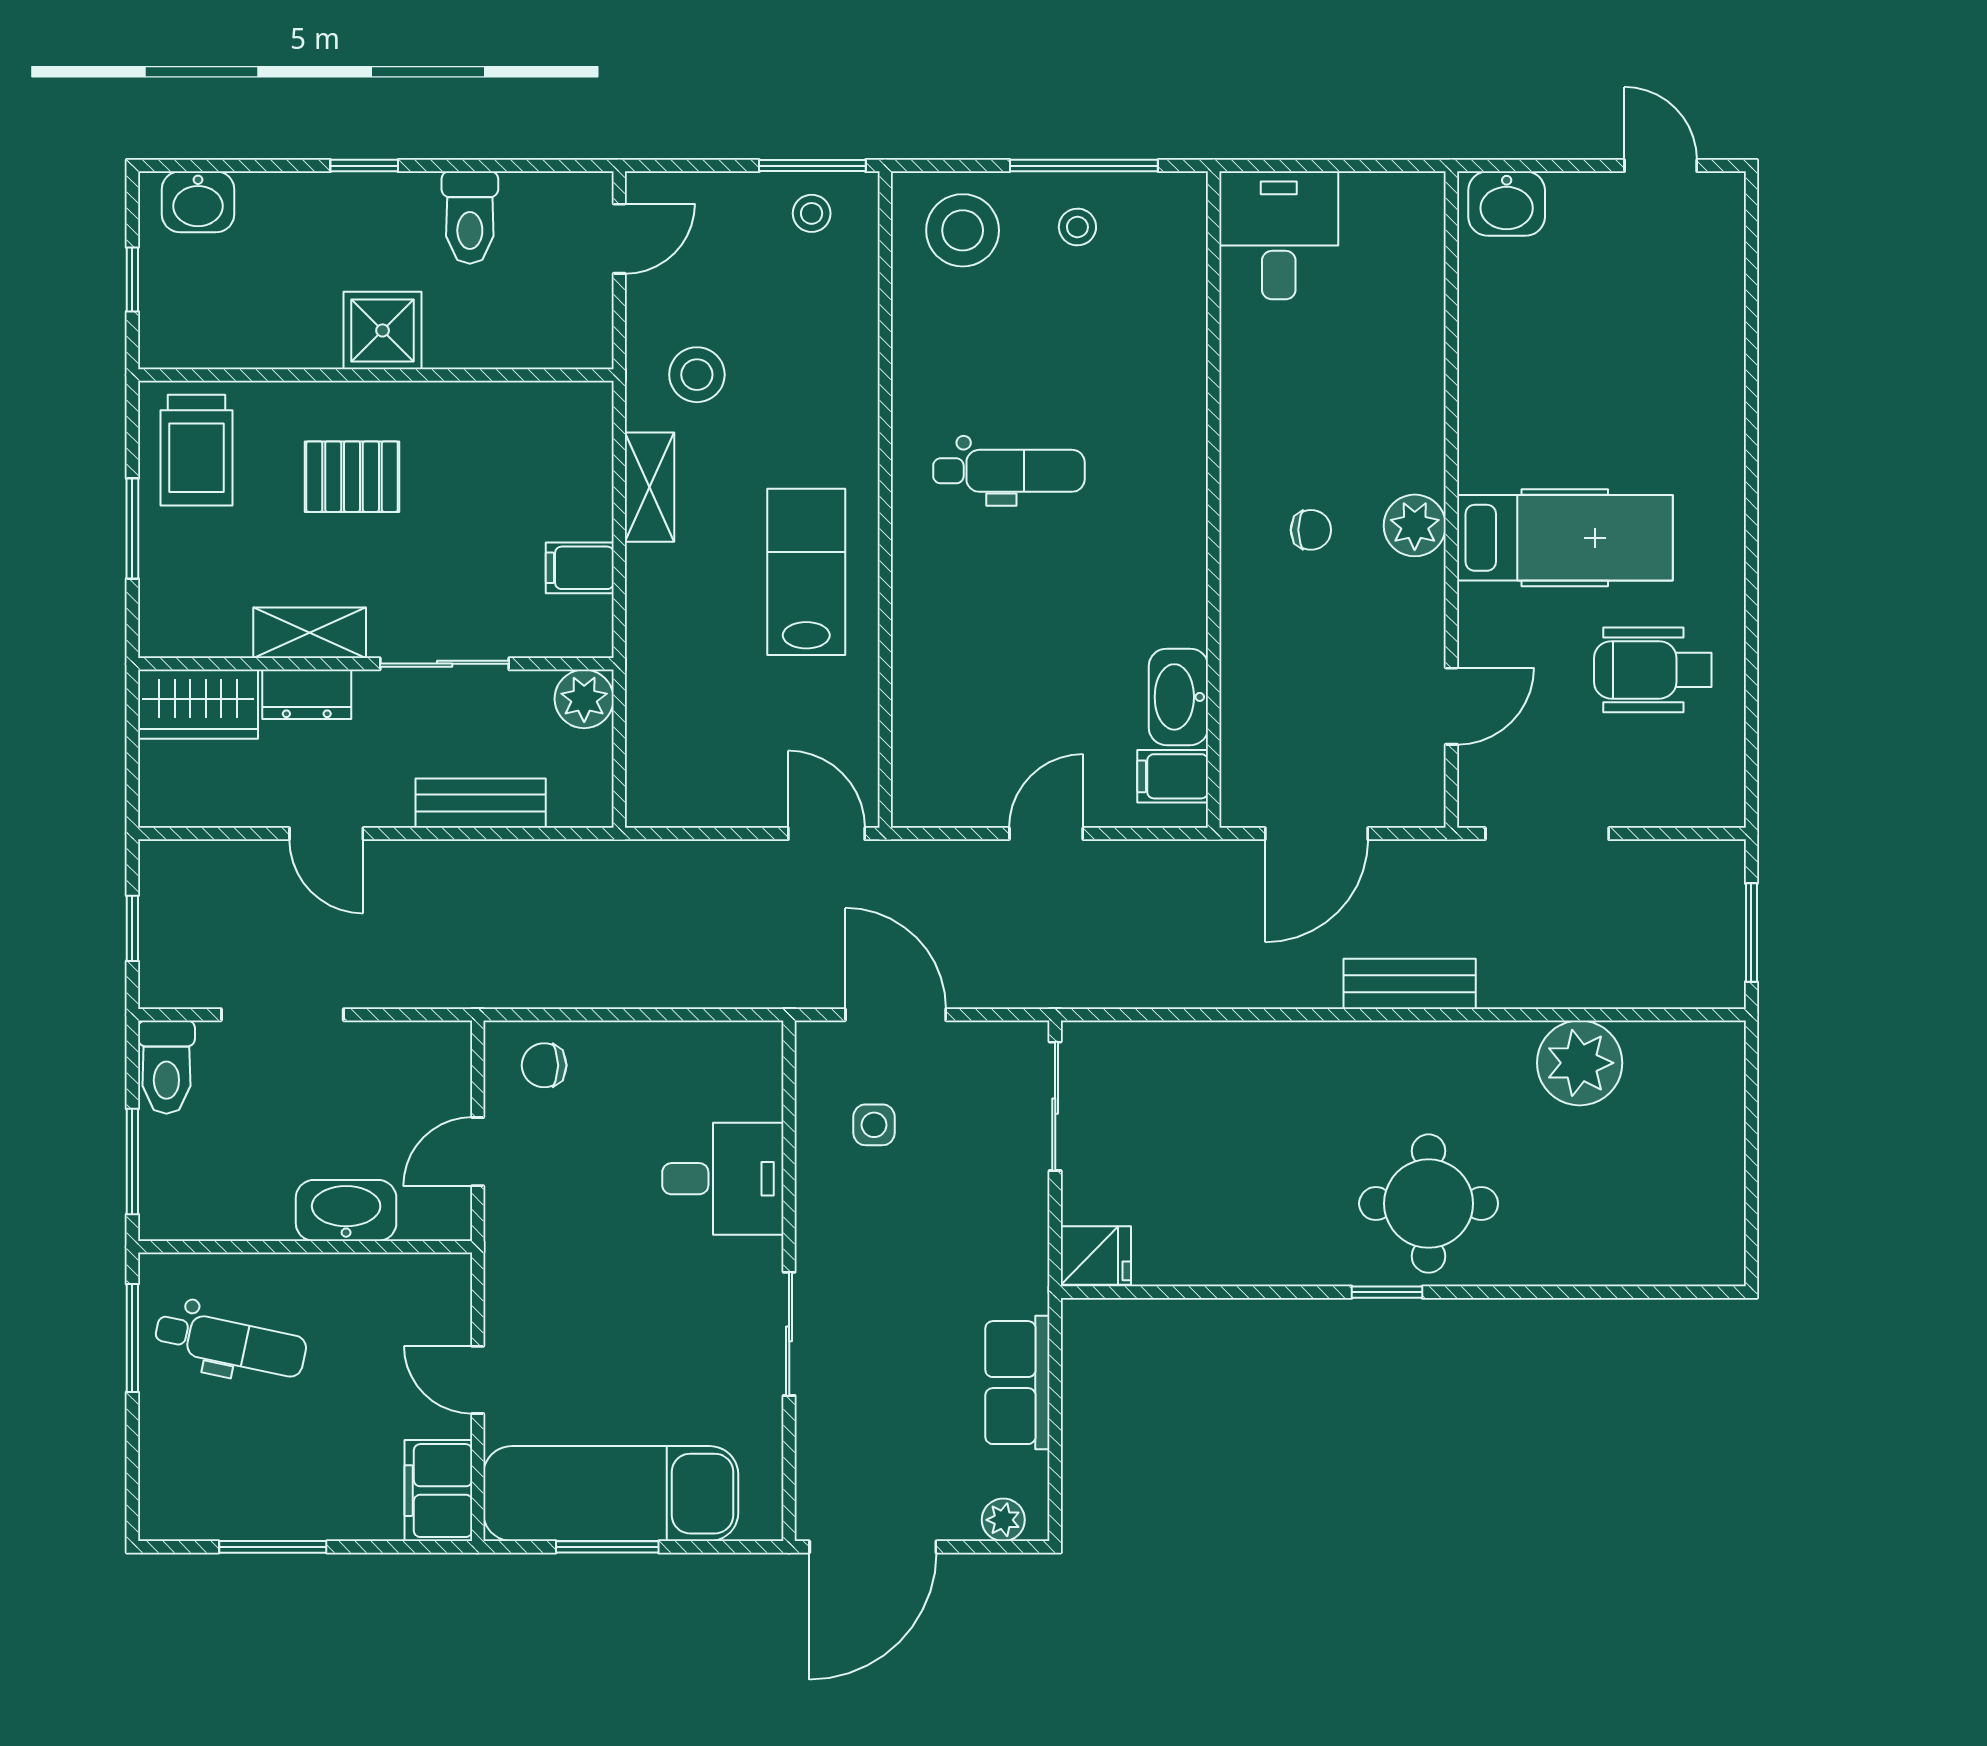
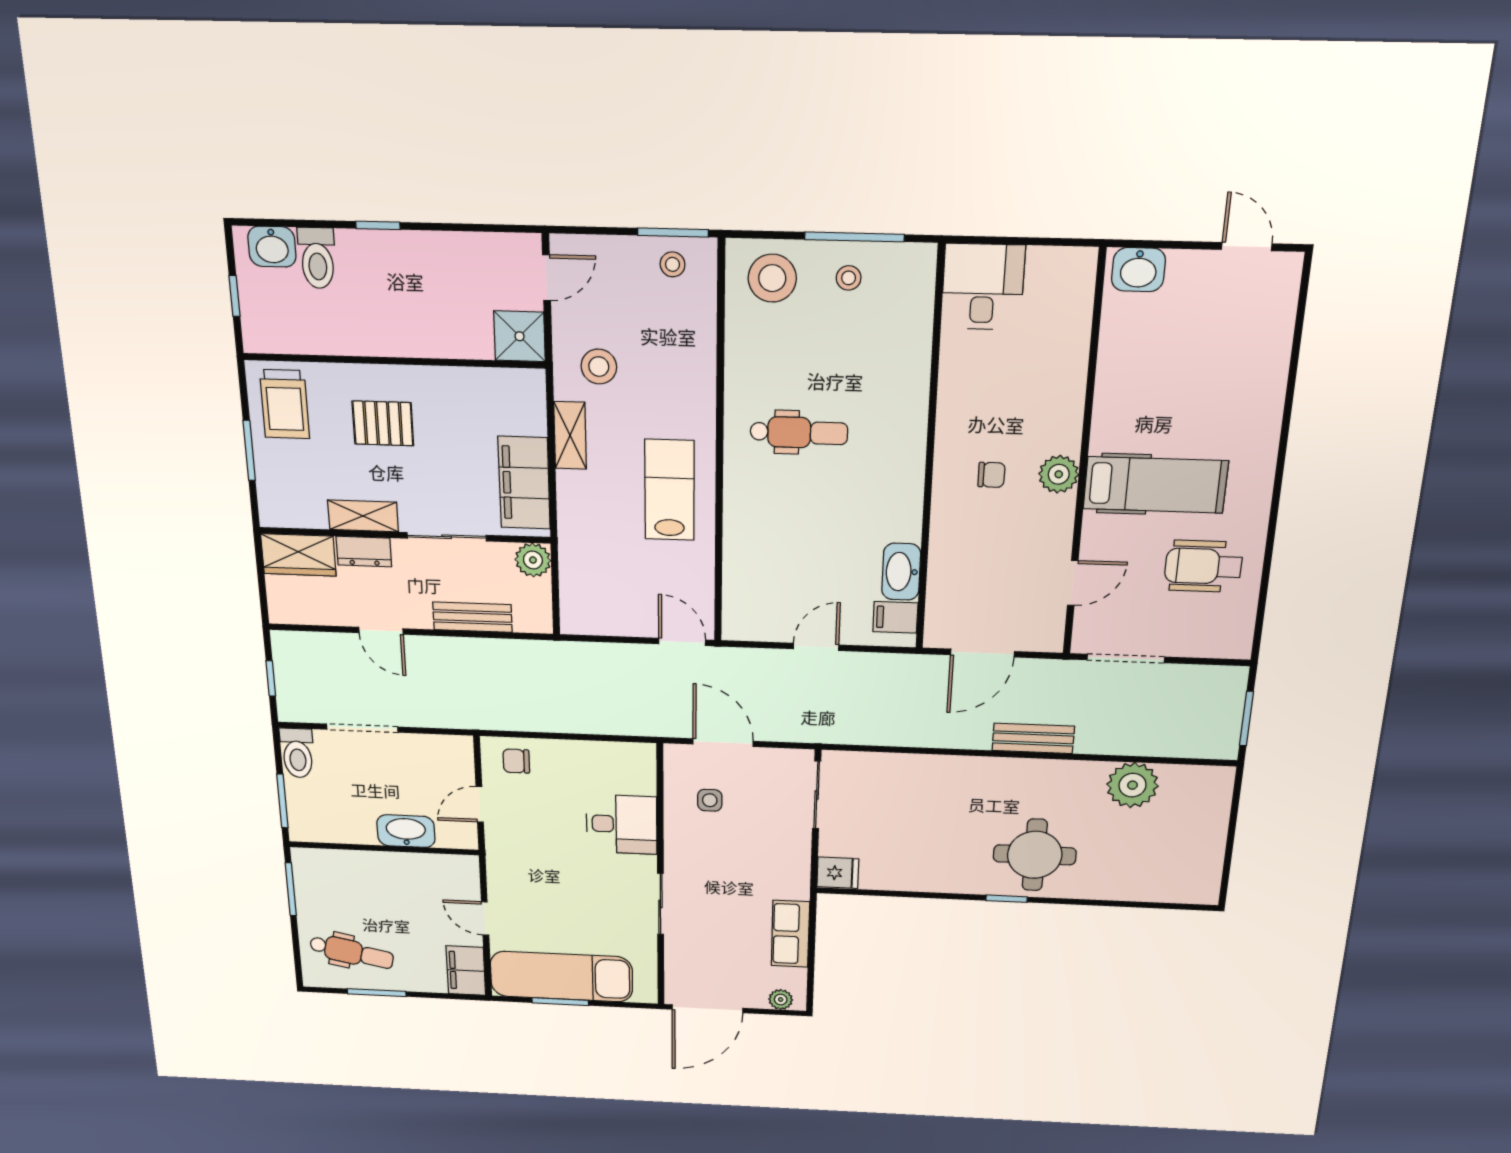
toilet: (470, 218) -> (317, 258), moved
shower: (383, 330) -> (520, 336), moved
filing cabinet: (580, 568) -> (524, 483), width x3.00, depth x1.17
dental chair: (231, 1343) -> (352, 952), moved

